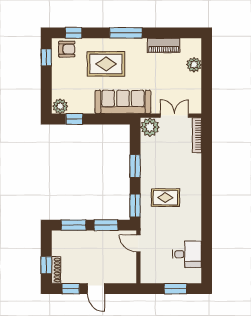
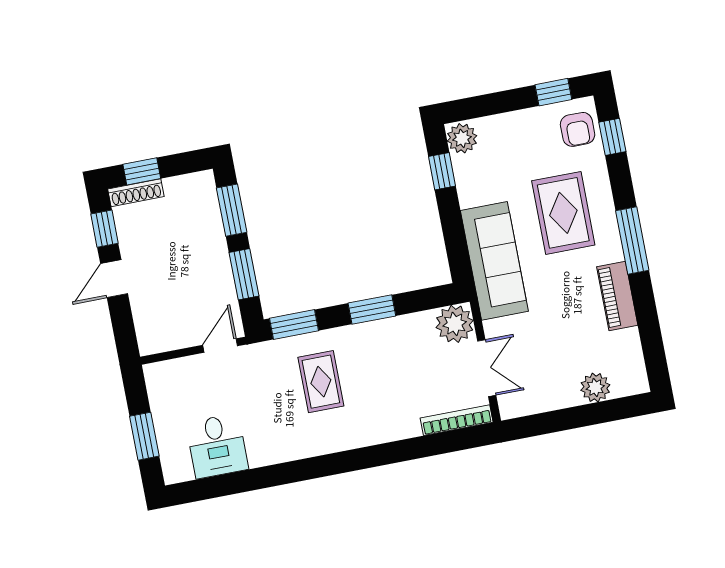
piano: (164, 45) -> (617, 296), moved

